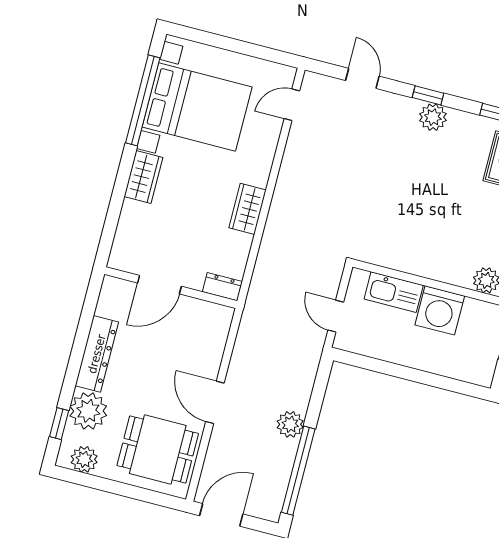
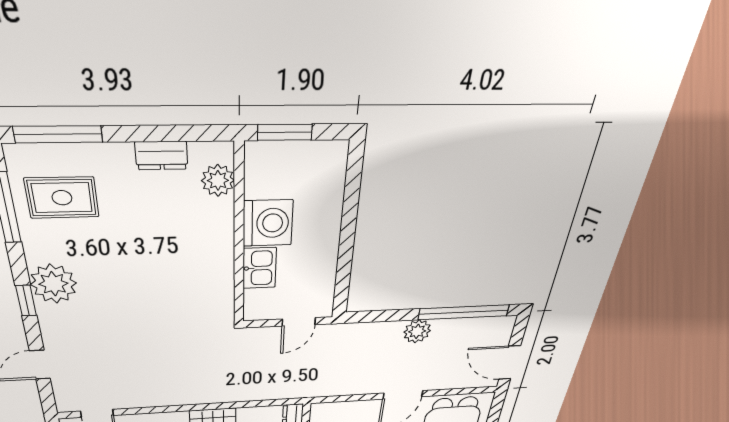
plant: (433, 117) -> (53, 284), width x1.36, depth x1.36
kitchen sink: (394, 292) -> (259, 268), width x0.73

